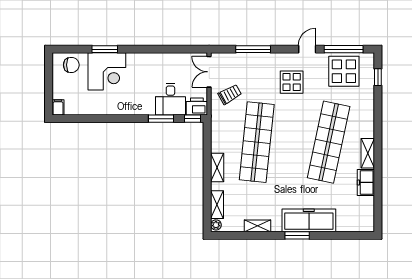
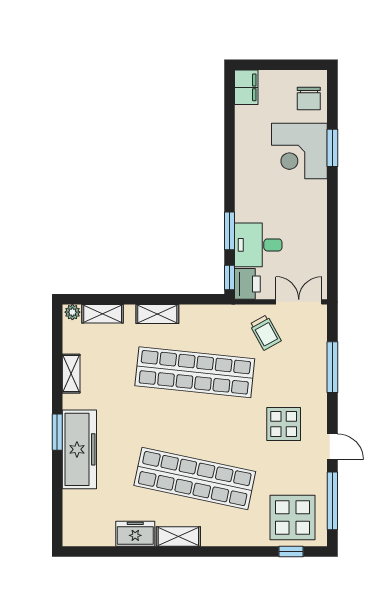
display table: (344, 71) -> (293, 517), moved
filing cabinet: (58, 107) -> (246, 87), width x2.00

